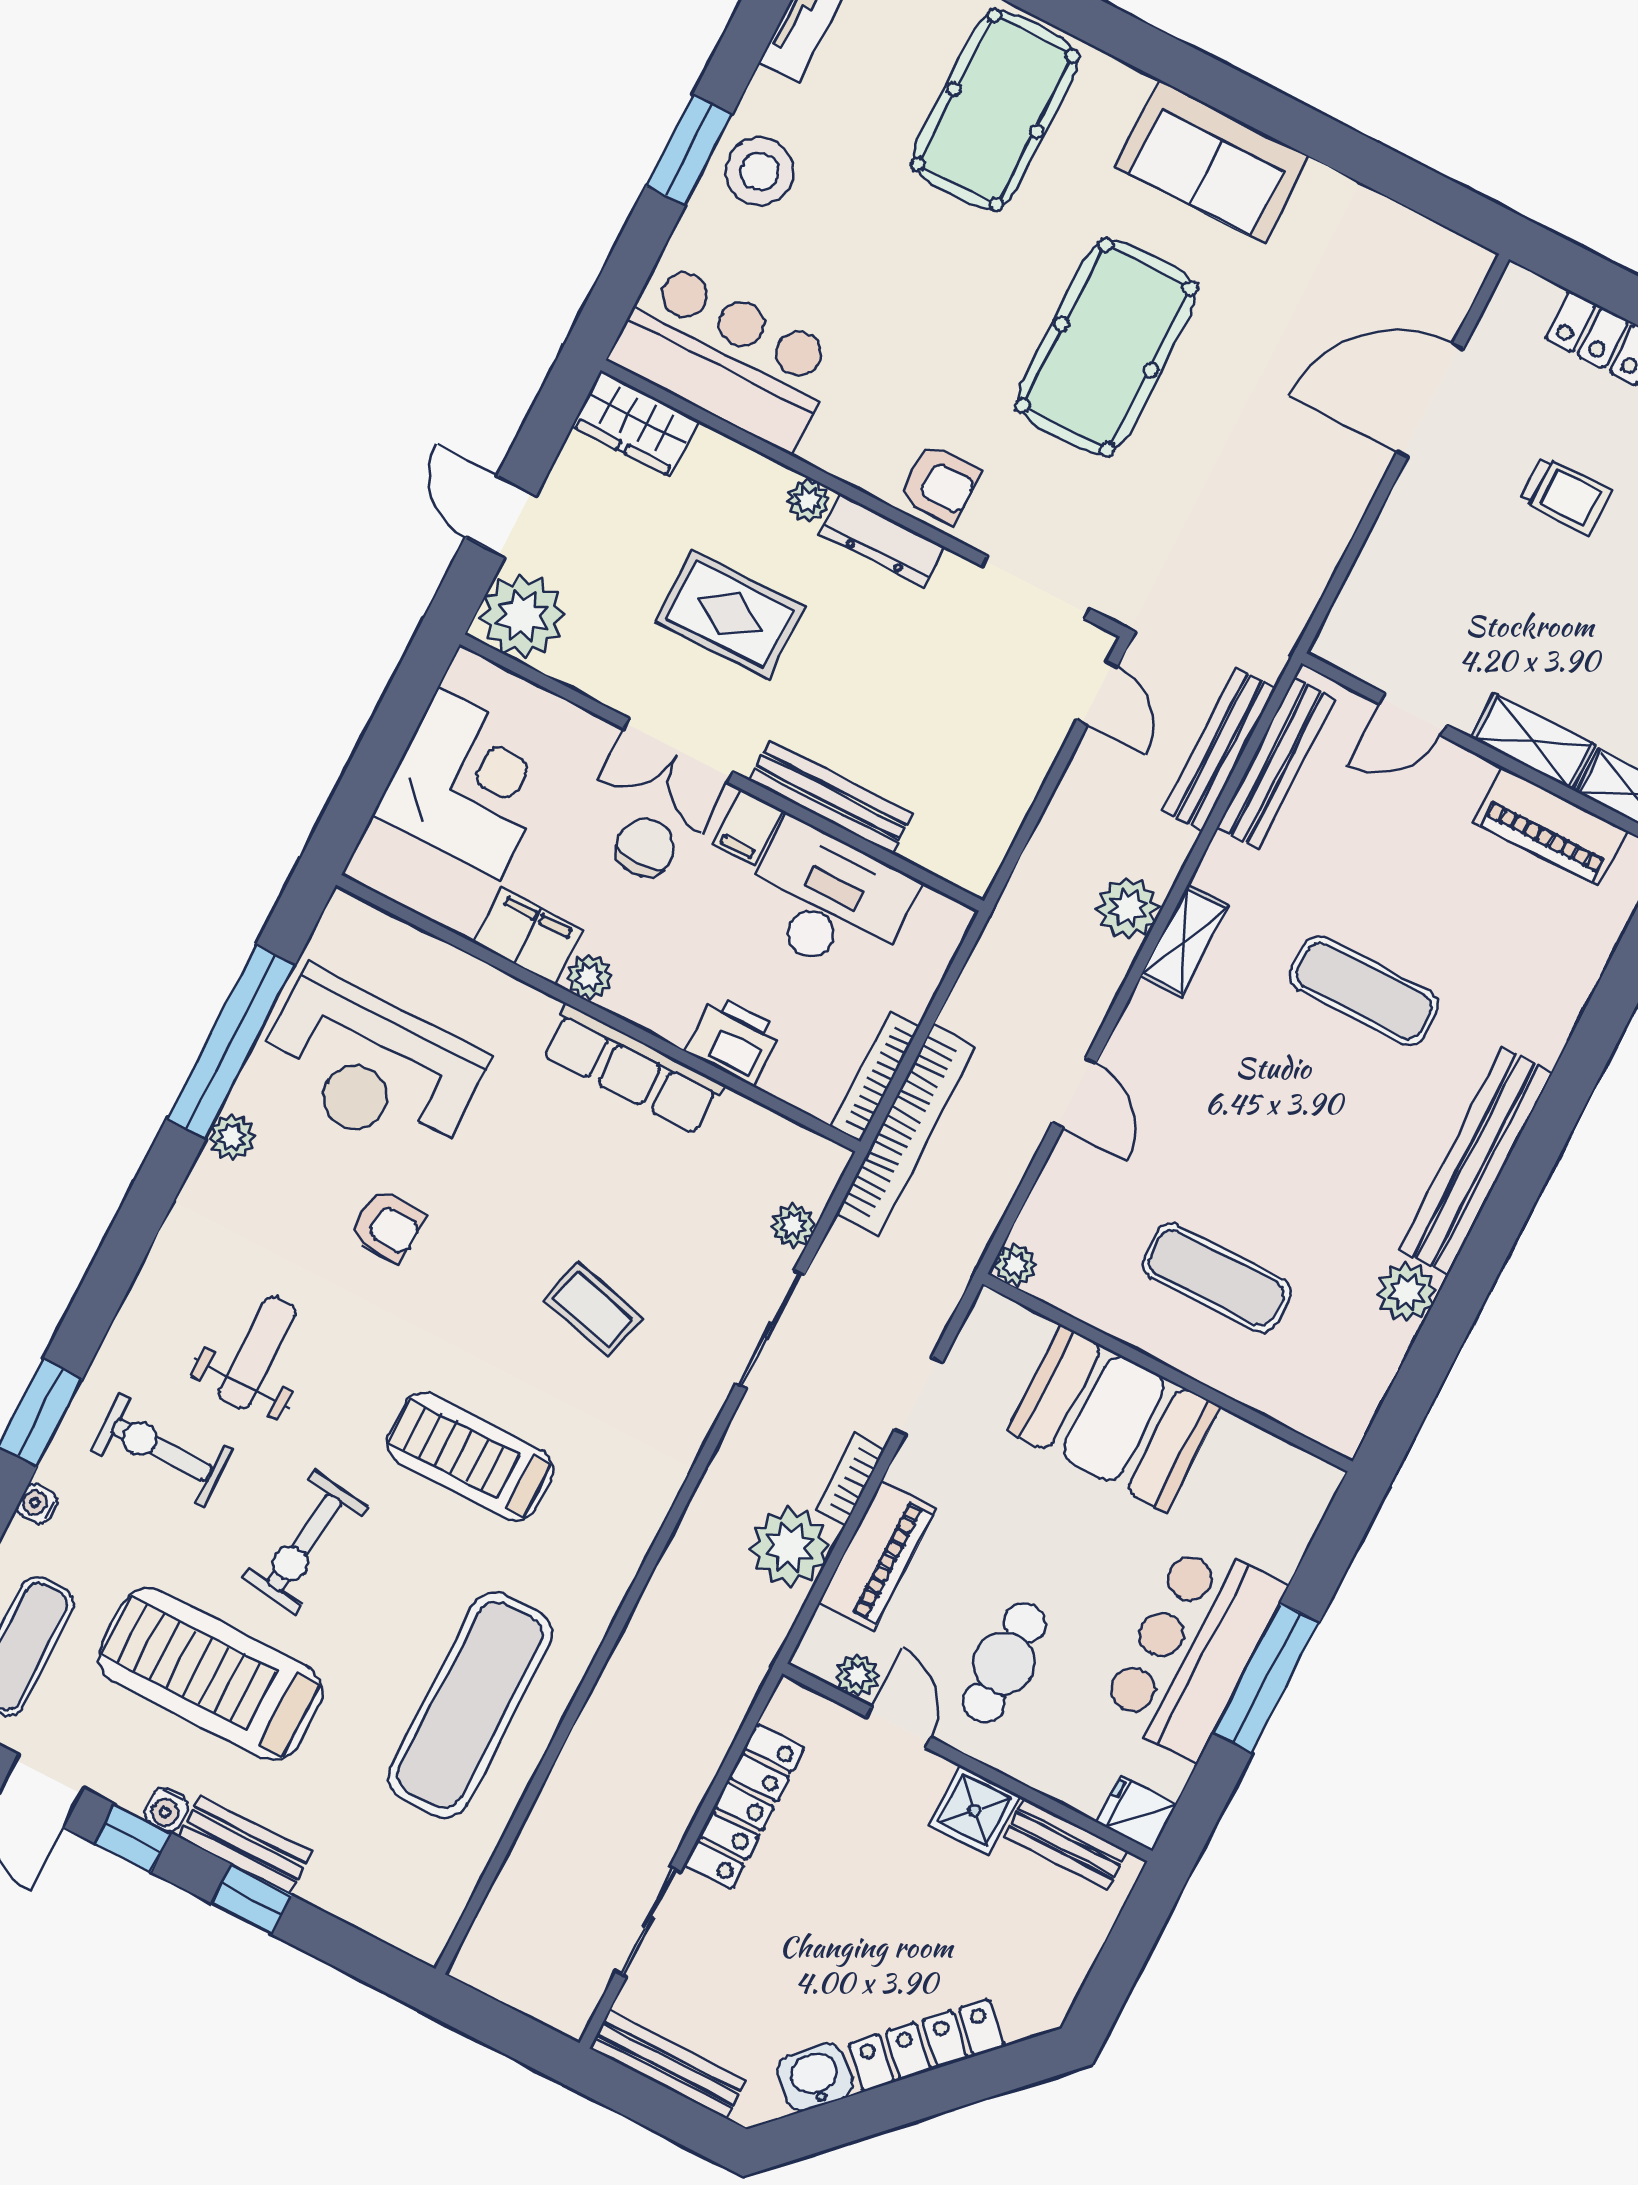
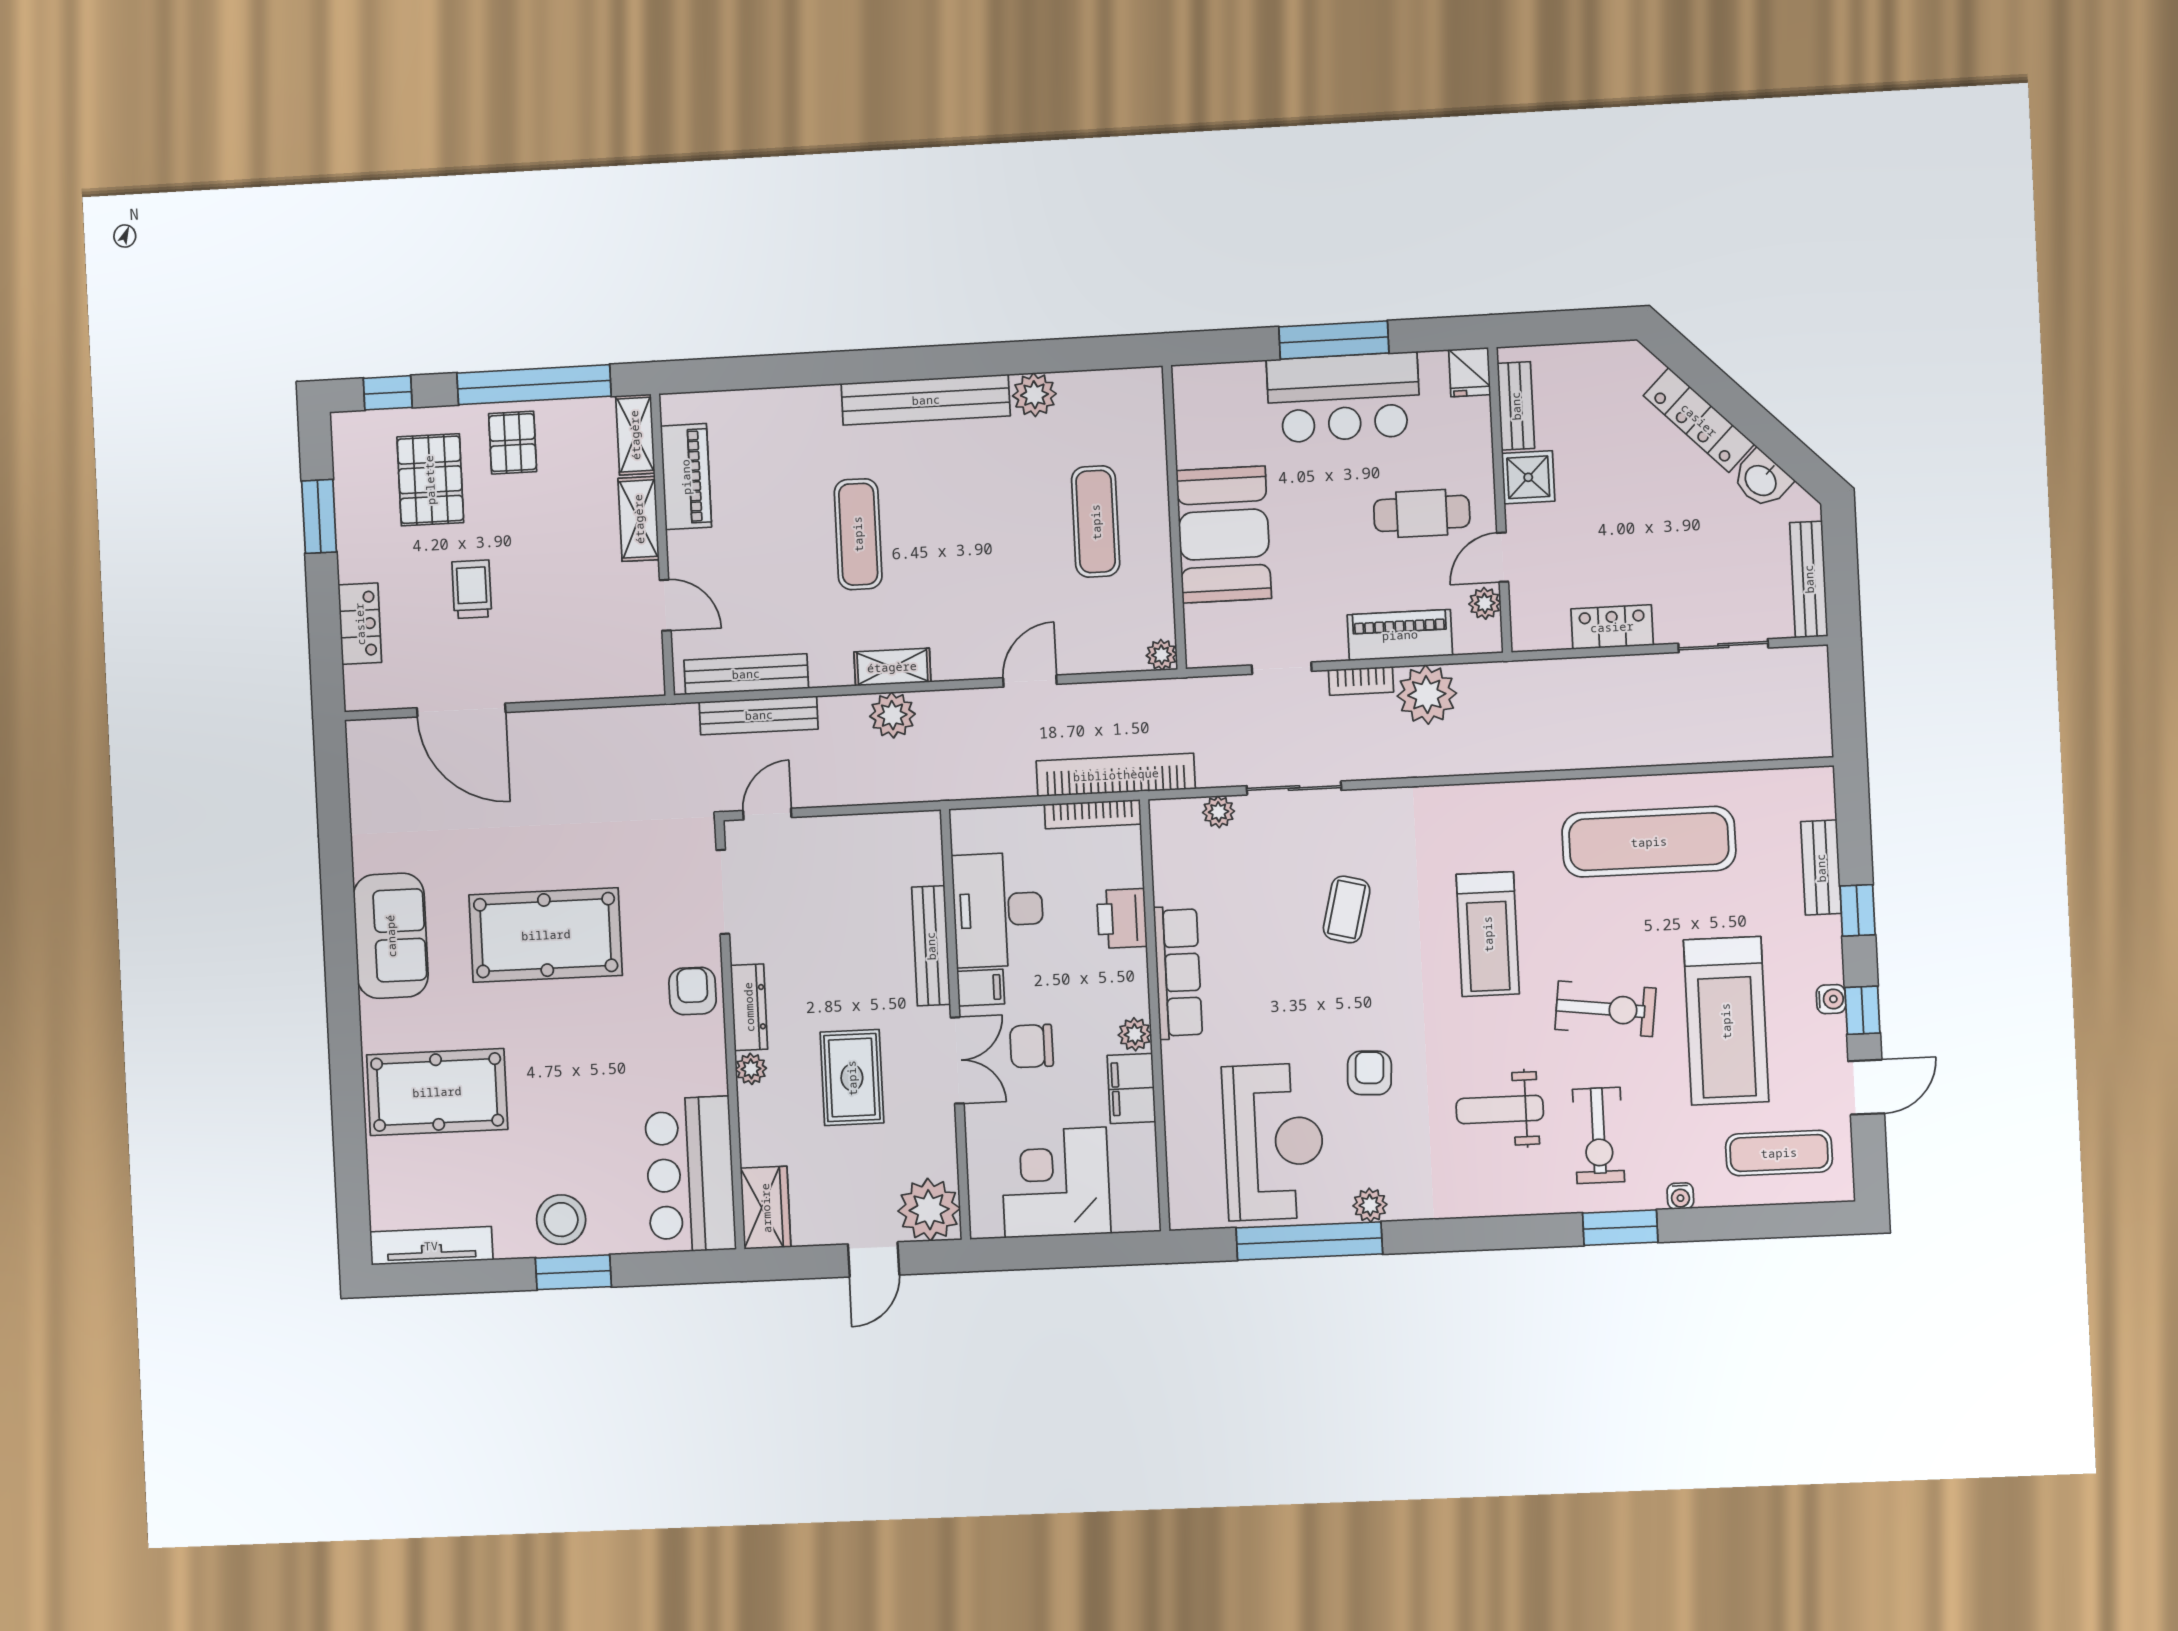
locker: (744, 1807) -> (1612, 627), width x0.66
bench: (245, 1845) -> (1821, 868), moved

